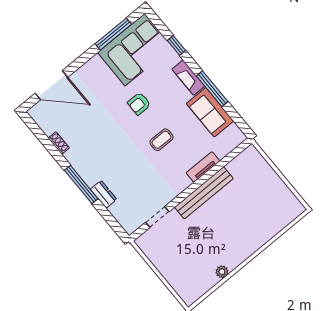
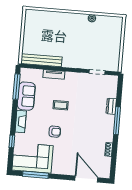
window: (212, 89) -> (16, 87), moved
bench: (204, 193) -> (41, 60), moved

